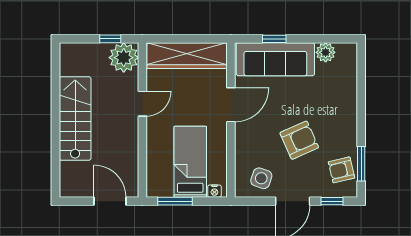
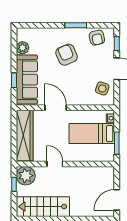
stairs: (75, 118) -> (43, 207), moved
armchair: (299, 140) -> (67, 55), moved
window: (361, 164) -> (76, 25), moved
door: (110, 201) -> (117, 200), moved

